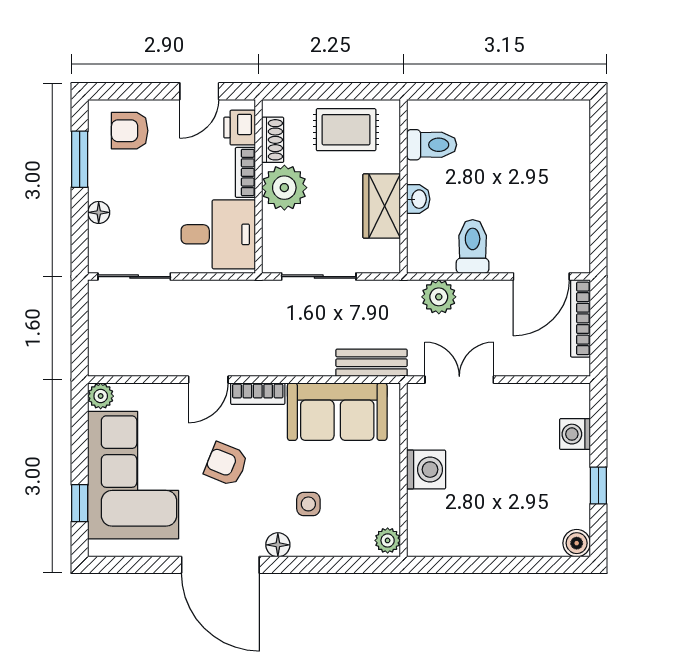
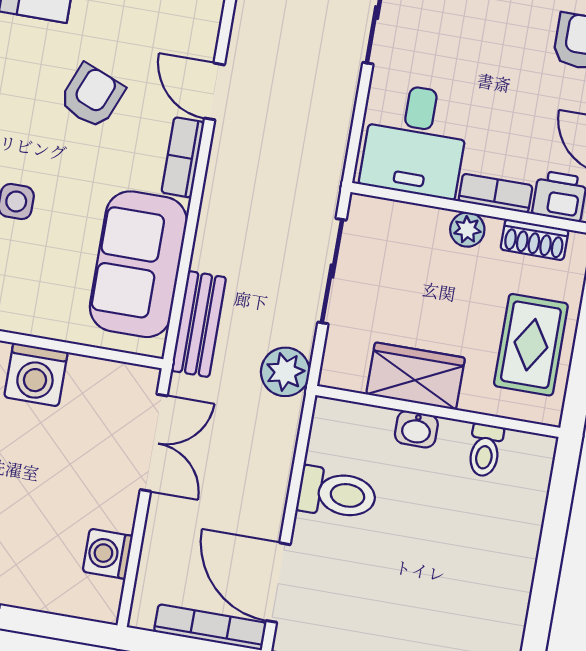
toilet: (432, 145) -> (485, 450), width x0.73, depth x0.72
plant: (284, 188) -> (467, 230), width x0.53, depth x0.53
plant: (439, 297) -> (285, 372), moved
washing machine: (575, 434) -> (108, 554), moved, turned -90

